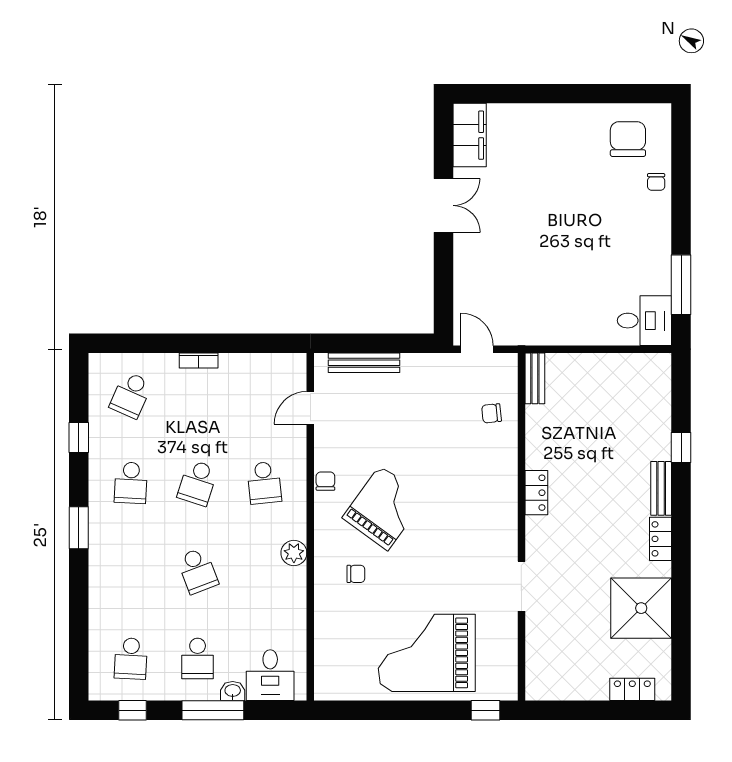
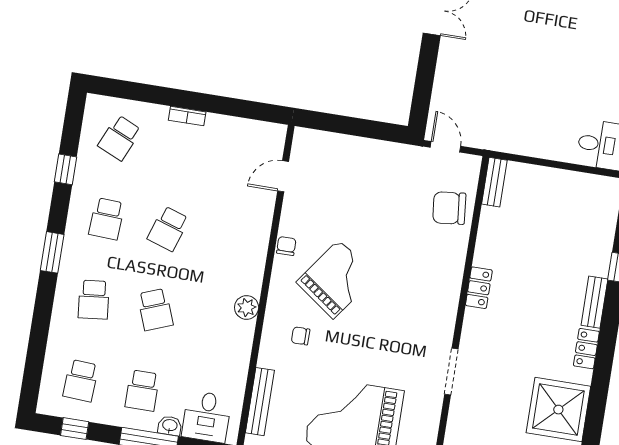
bench: (364, 363) -> (260, 402), moved, turned 90
chair: (491, 413) -> (449, 208), width x1.87, depth x1.87
school desk: (264, 483) -> (94, 300), moved
chair: (356, 574) -> (301, 336), turned 180

